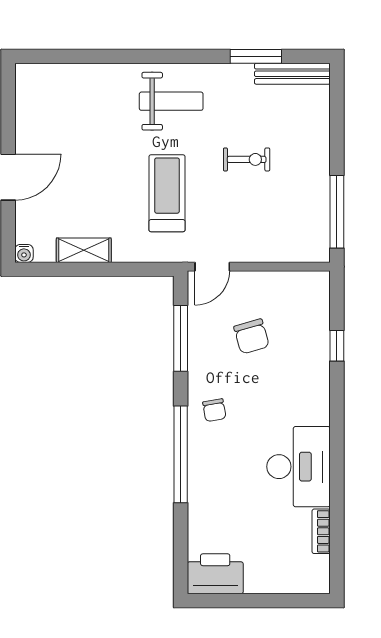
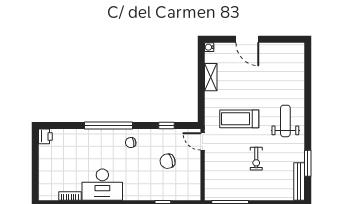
weight bench: (171, 101) -> (285, 121), turned 180
treadmill: (167, 193) -> (239, 119), turned 180
window: (181, 338) -> (167, 126), width x0.46
printer: (215, 574) -> (45, 136), width x0.53, depth x0.68

